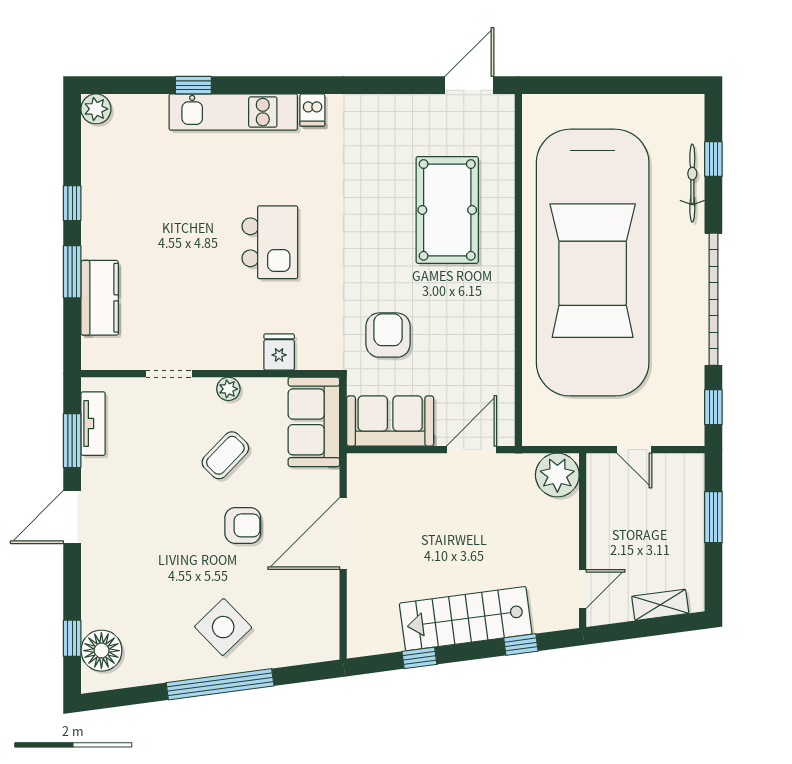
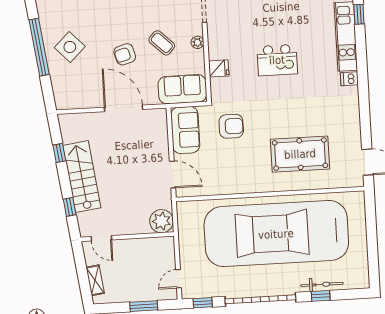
window: (713, 159) -> (321, 296), moved
door: (634, 450) -> (178, 279), moved
armchair: (243, 525) -> (125, 54), turned 74

